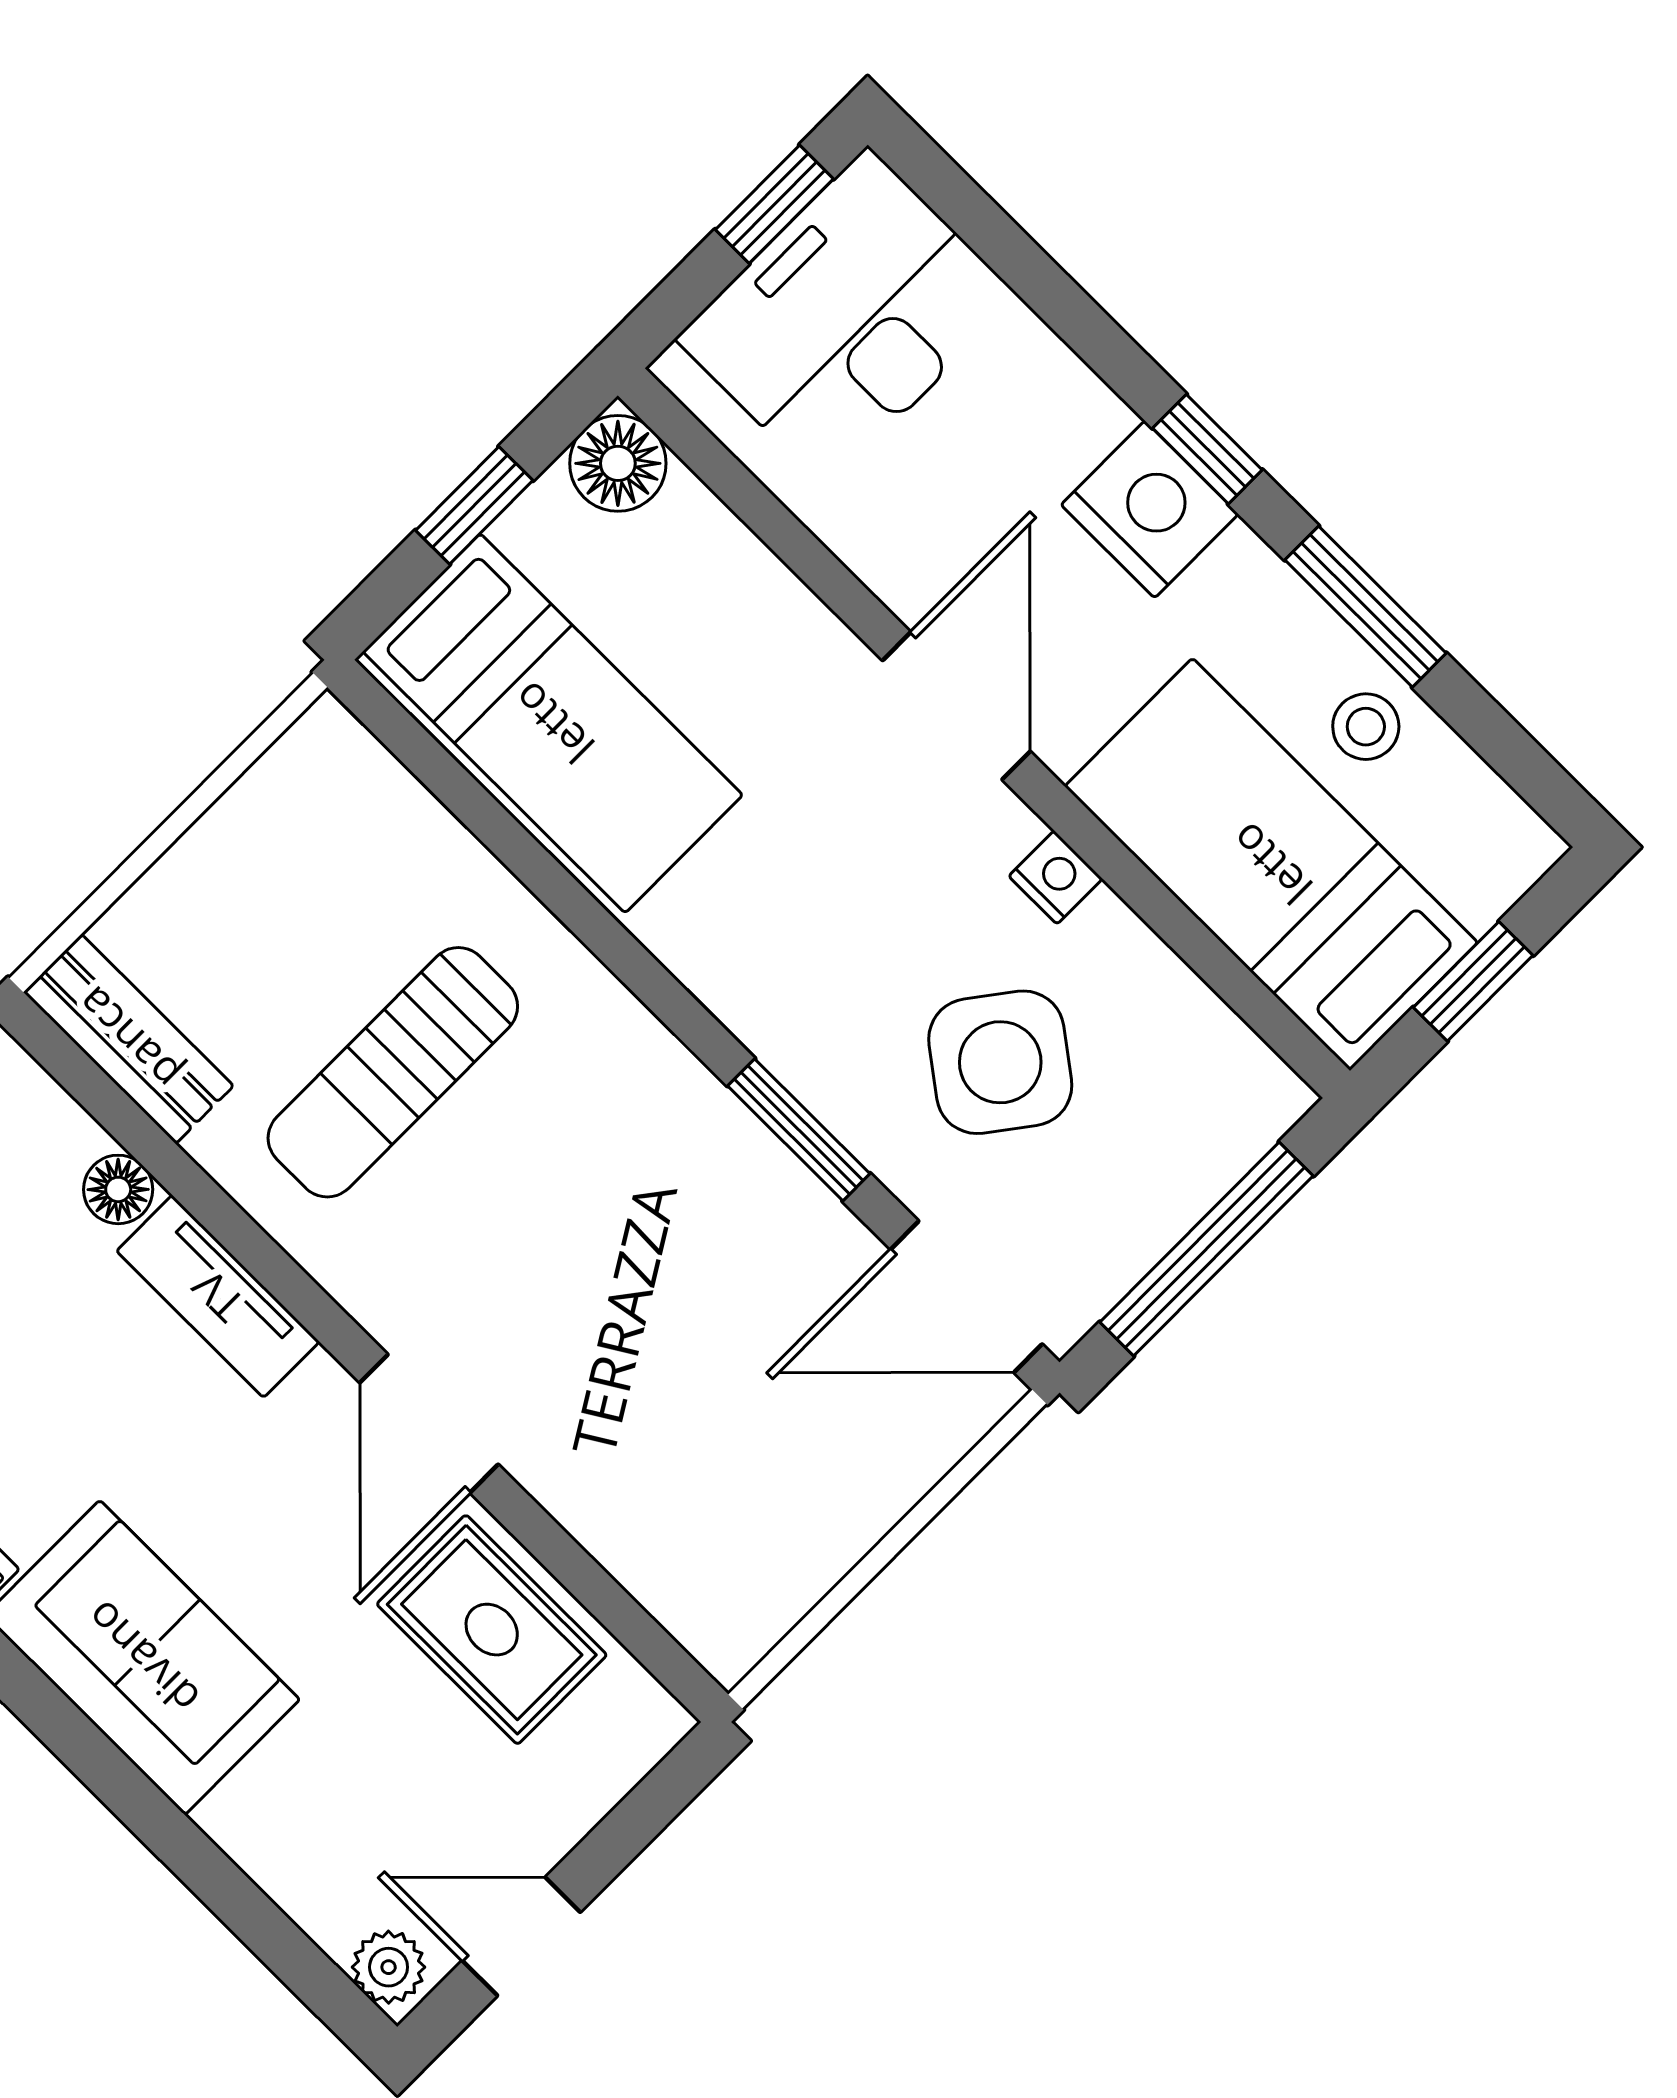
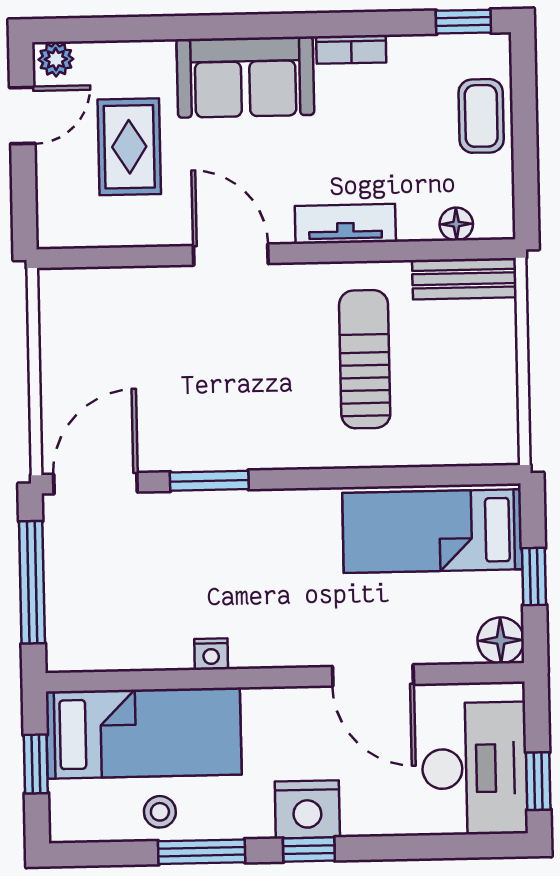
door: (956, 706) -> (373, 675), moved
side table: (1000, 1062) -> (165, 573), removed
floor lamp: (118, 1189) -> (456, 224), moved
rug: (492, 1630) -> (129, 147), moved, turned 90

